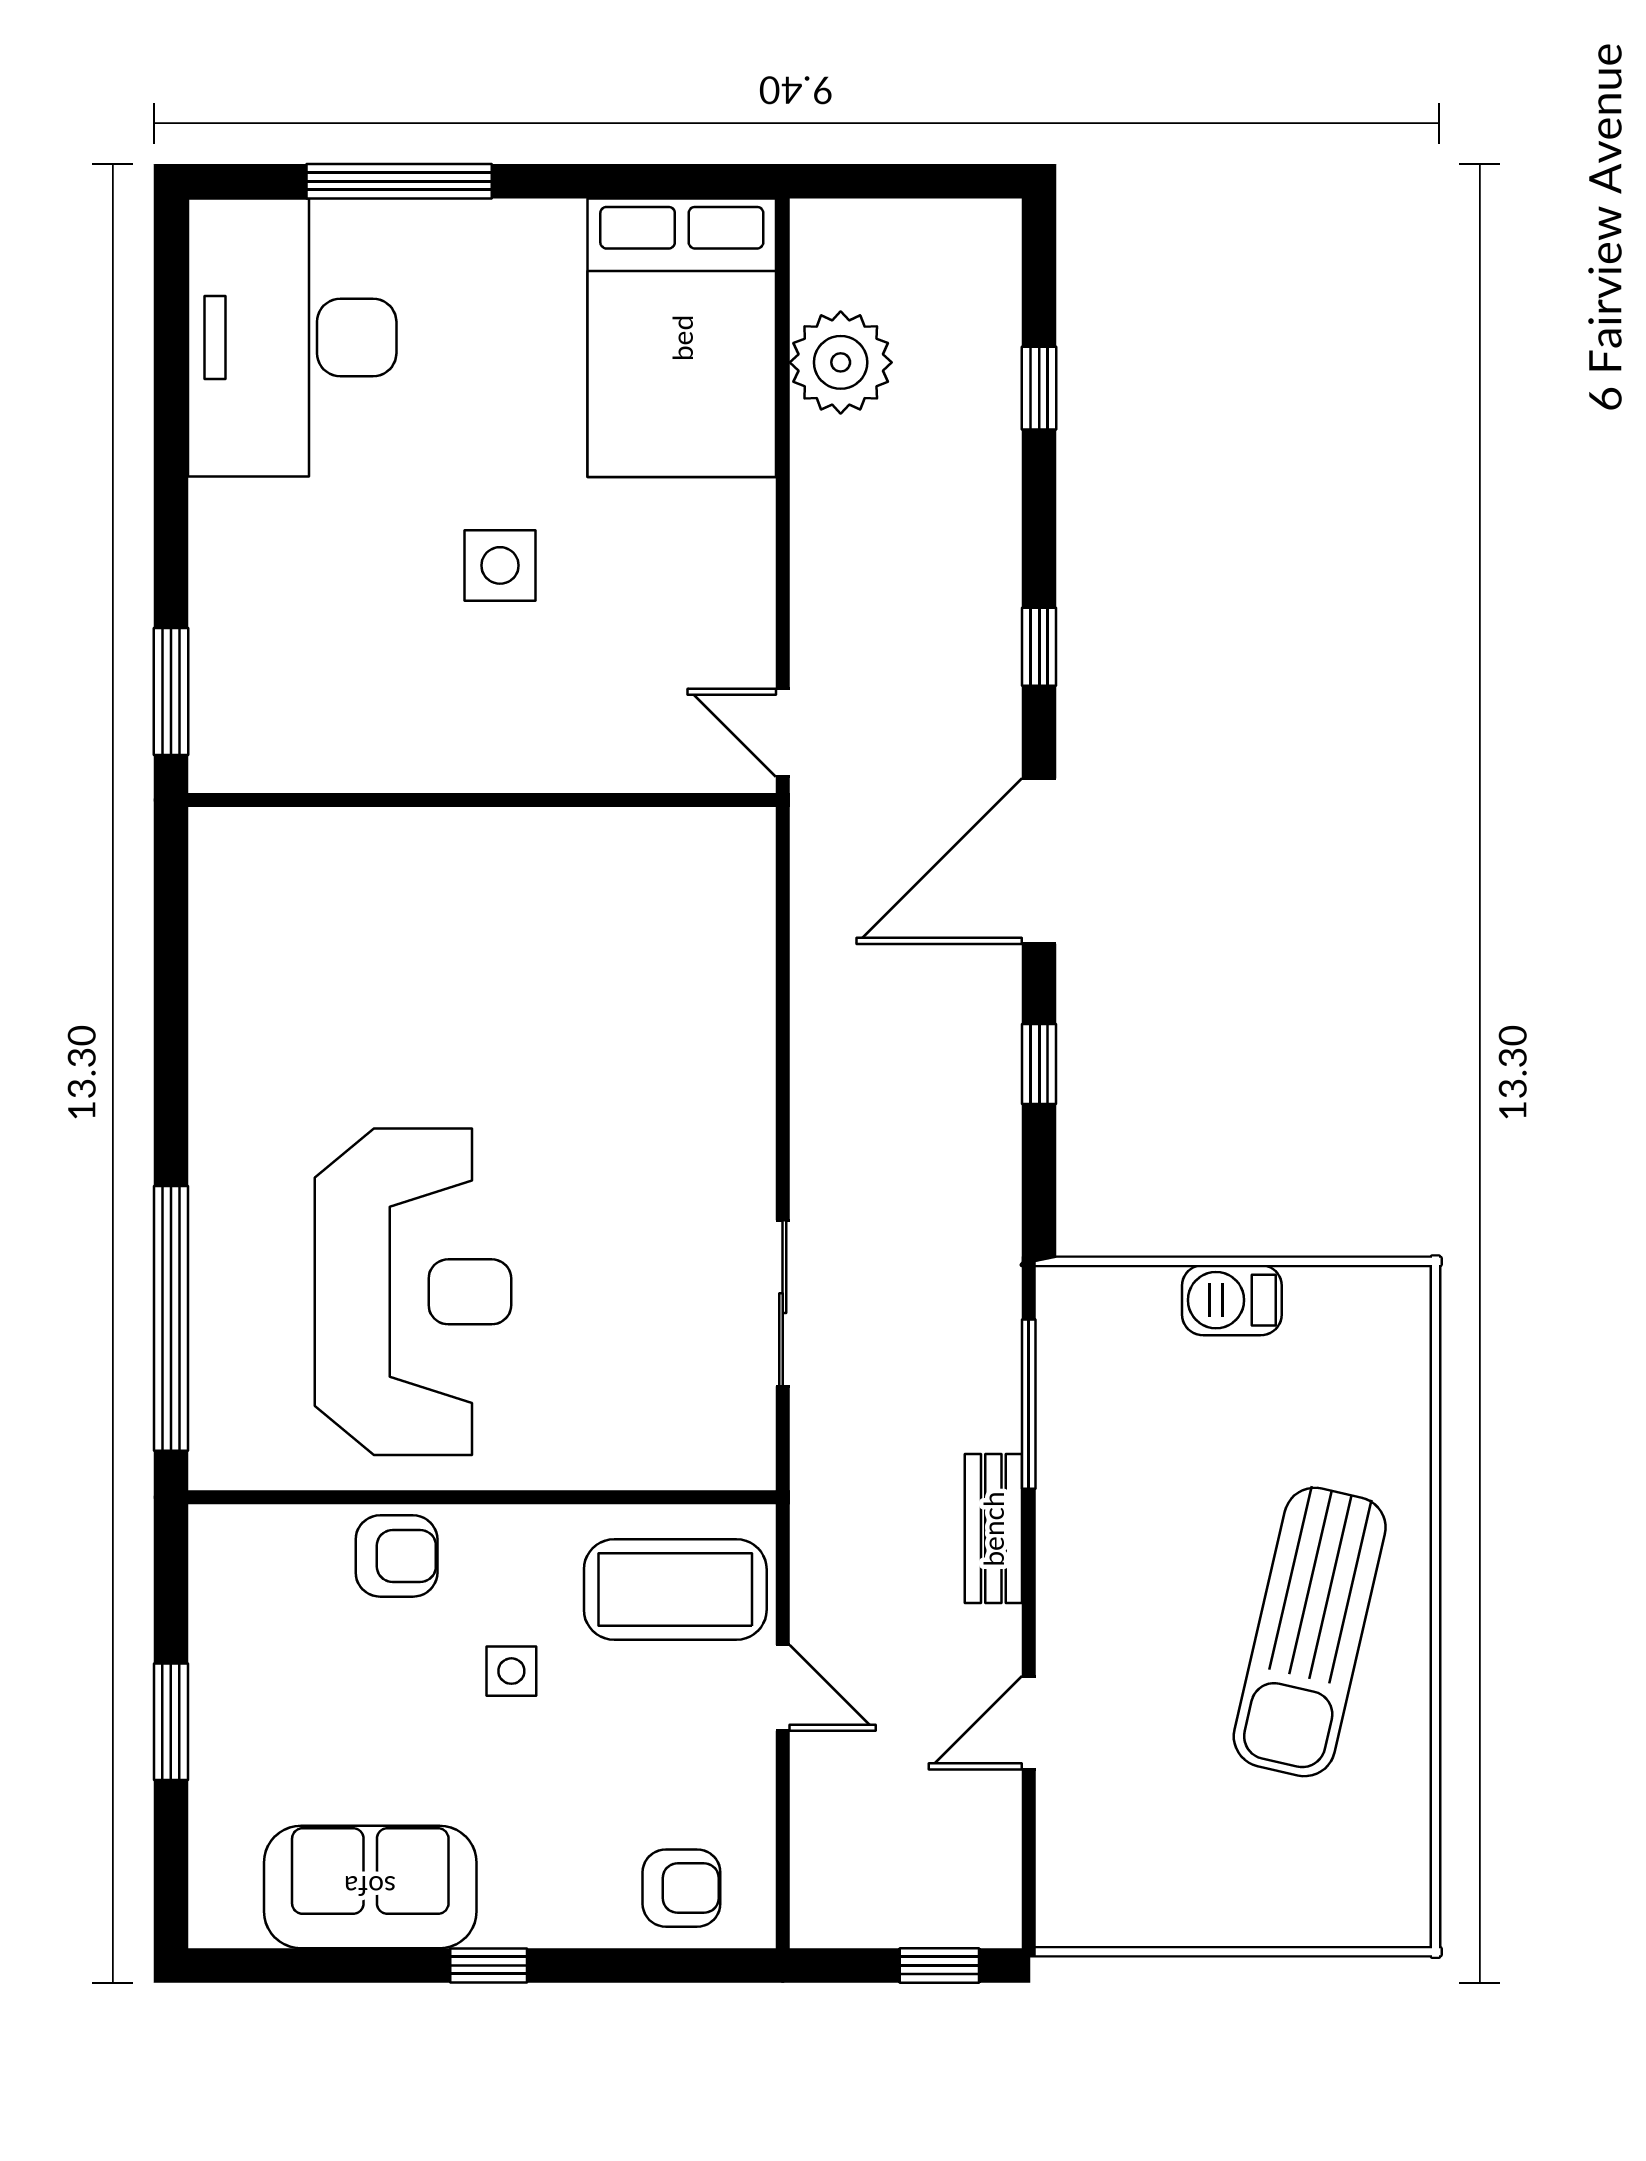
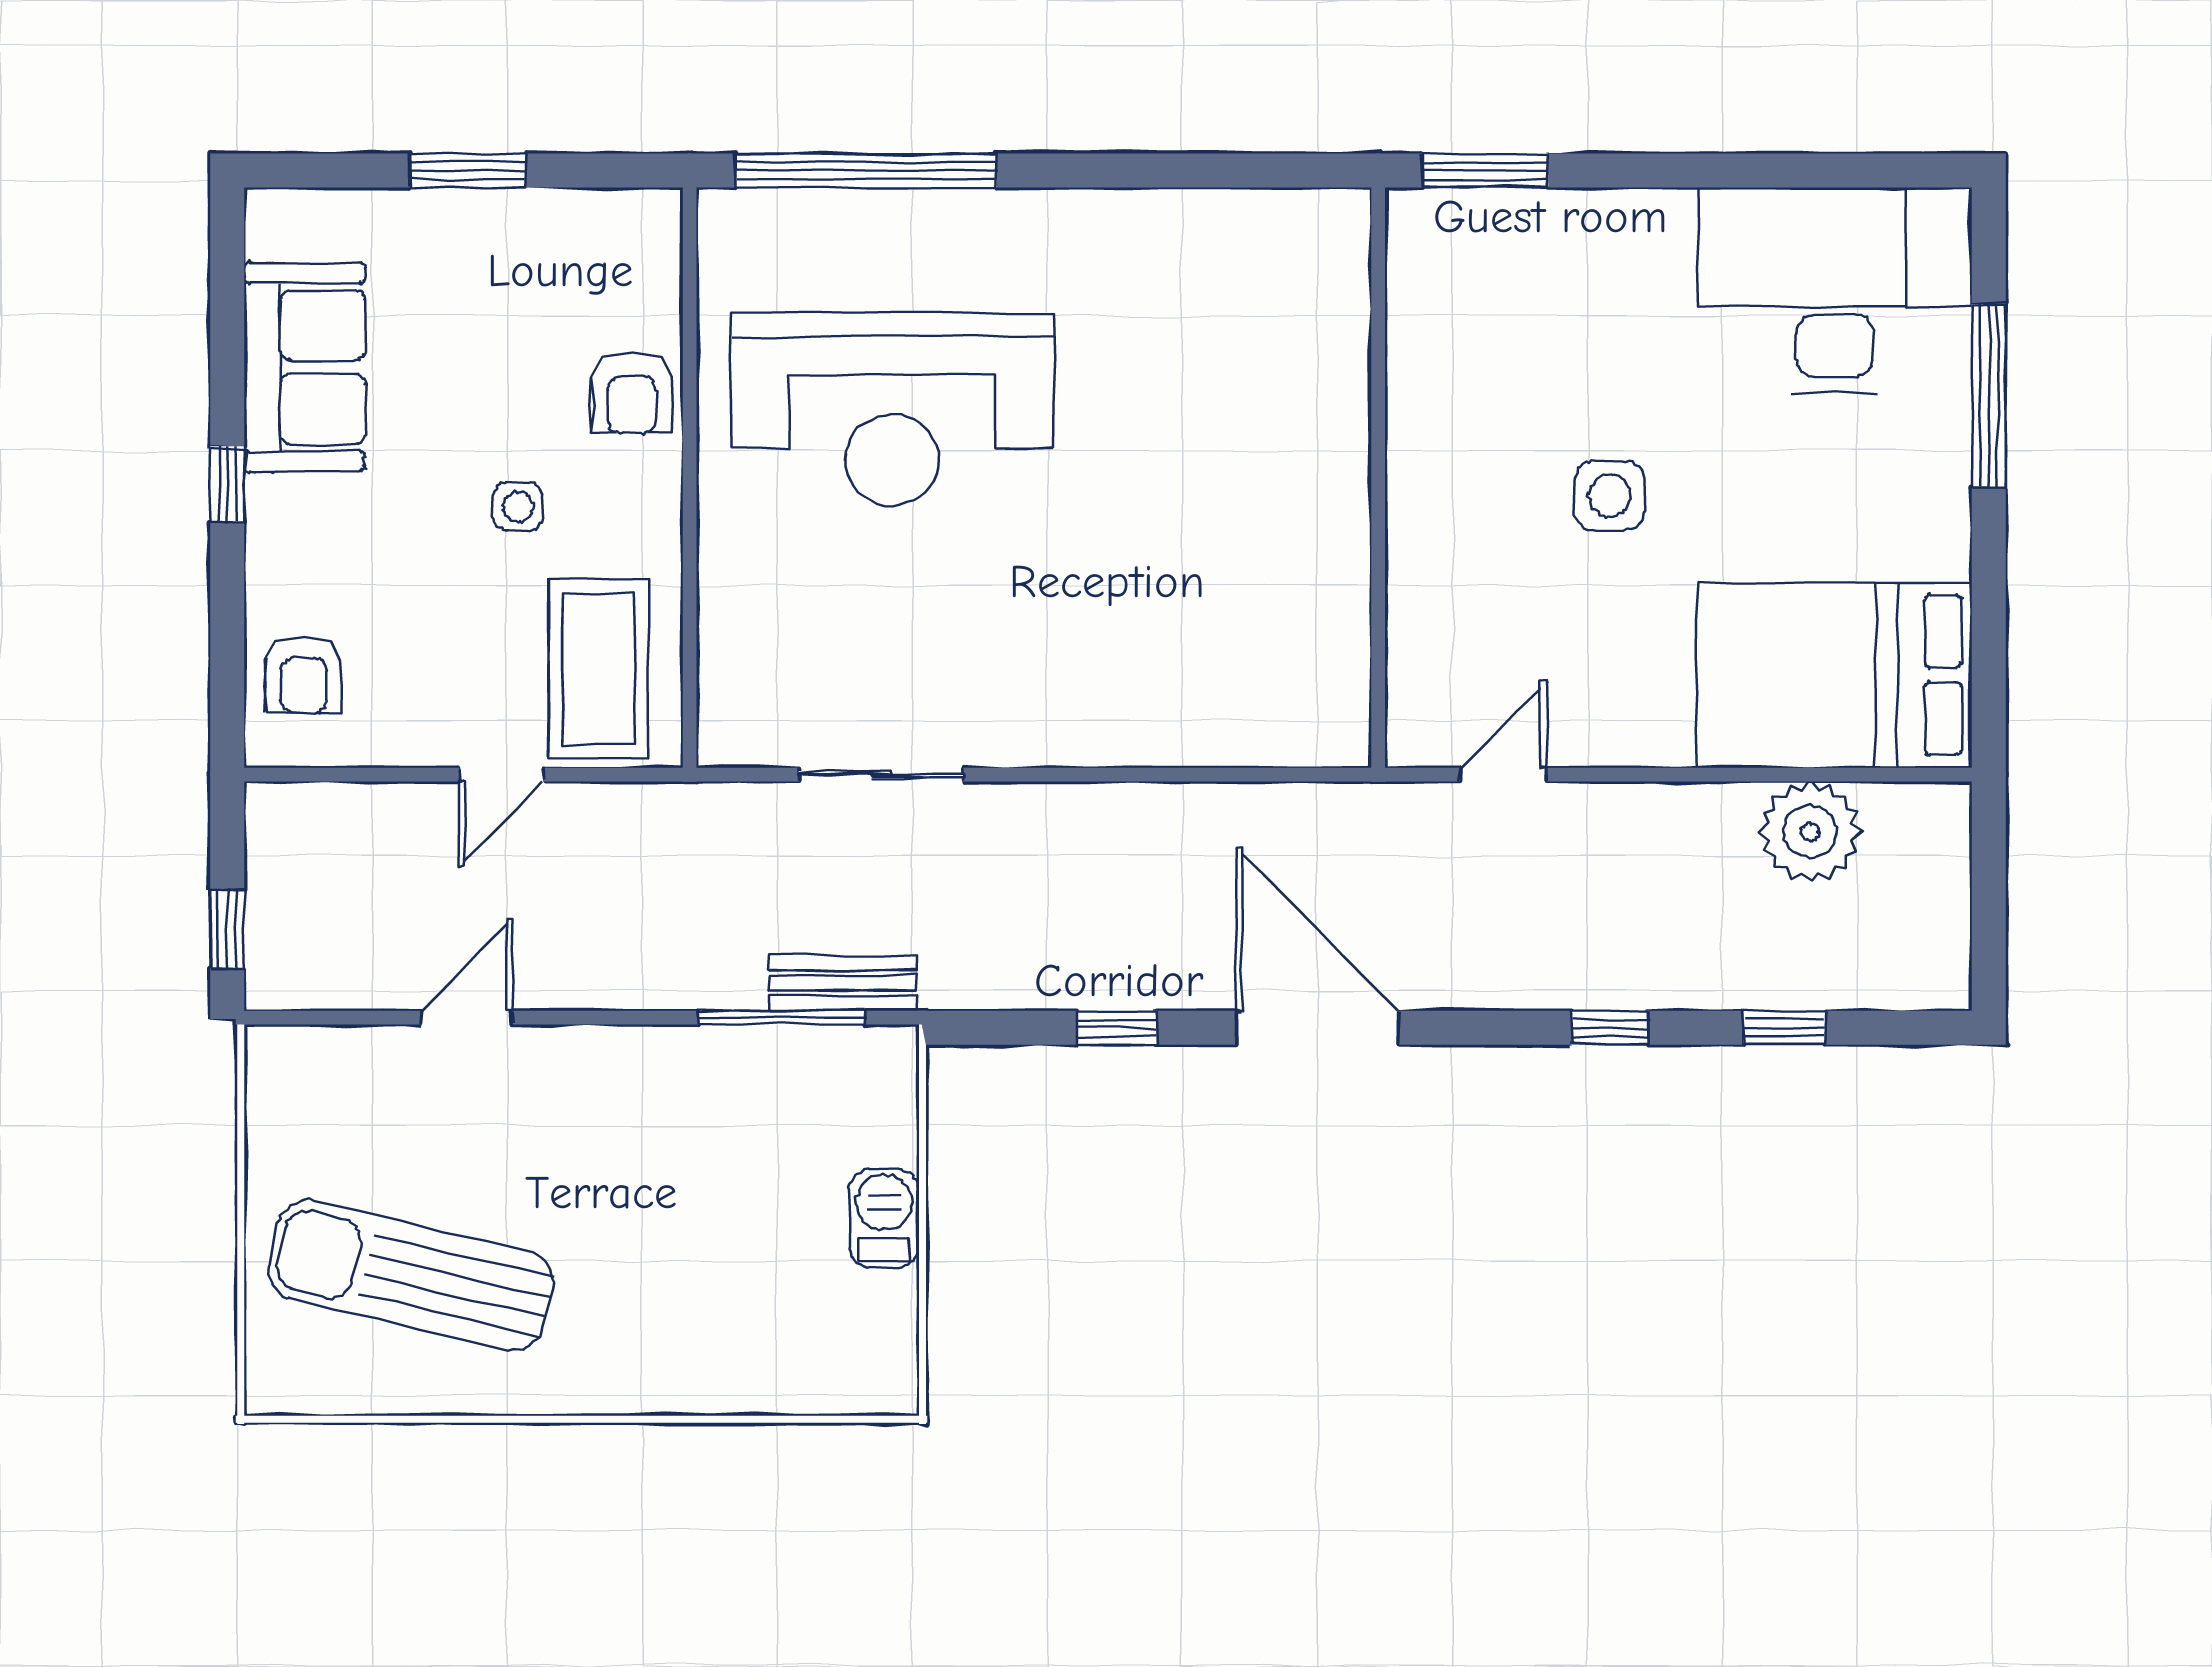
window: (1039, 647) -> (1610, 1028), moved
door: (783, 733) -> (1503, 775), moved
bench: (993, 1529) -> (843, 983), moved
sun lounger: (1310, 1632) -> (411, 1275), moved
door: (1029, 1723) -> (467, 1018), hinge flipped

